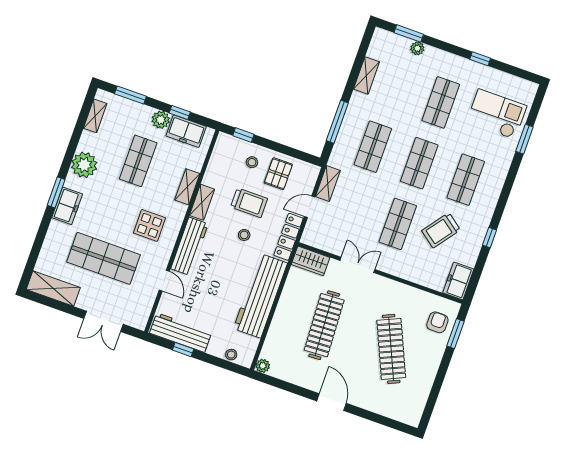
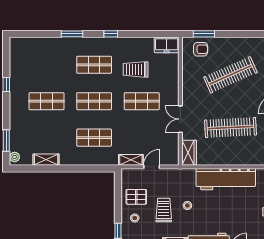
plant: (417, 48) -> (15, 157), moved
checkout: (497, 114) -> (41, 59), removed
window: (337, 122) -> (85, 169), removed
window: (524, 139) -> (72, 34), moved
door: (310, 207) -> (152, 167), swing flipped
trolley: (441, 230) -> (136, 69), turned 143
locker: (288, 237) -> (178, 174), removed
window: (490, 238) -> (111, 34), moved
armchair: (437, 322) -> (201, 49), turned 180

